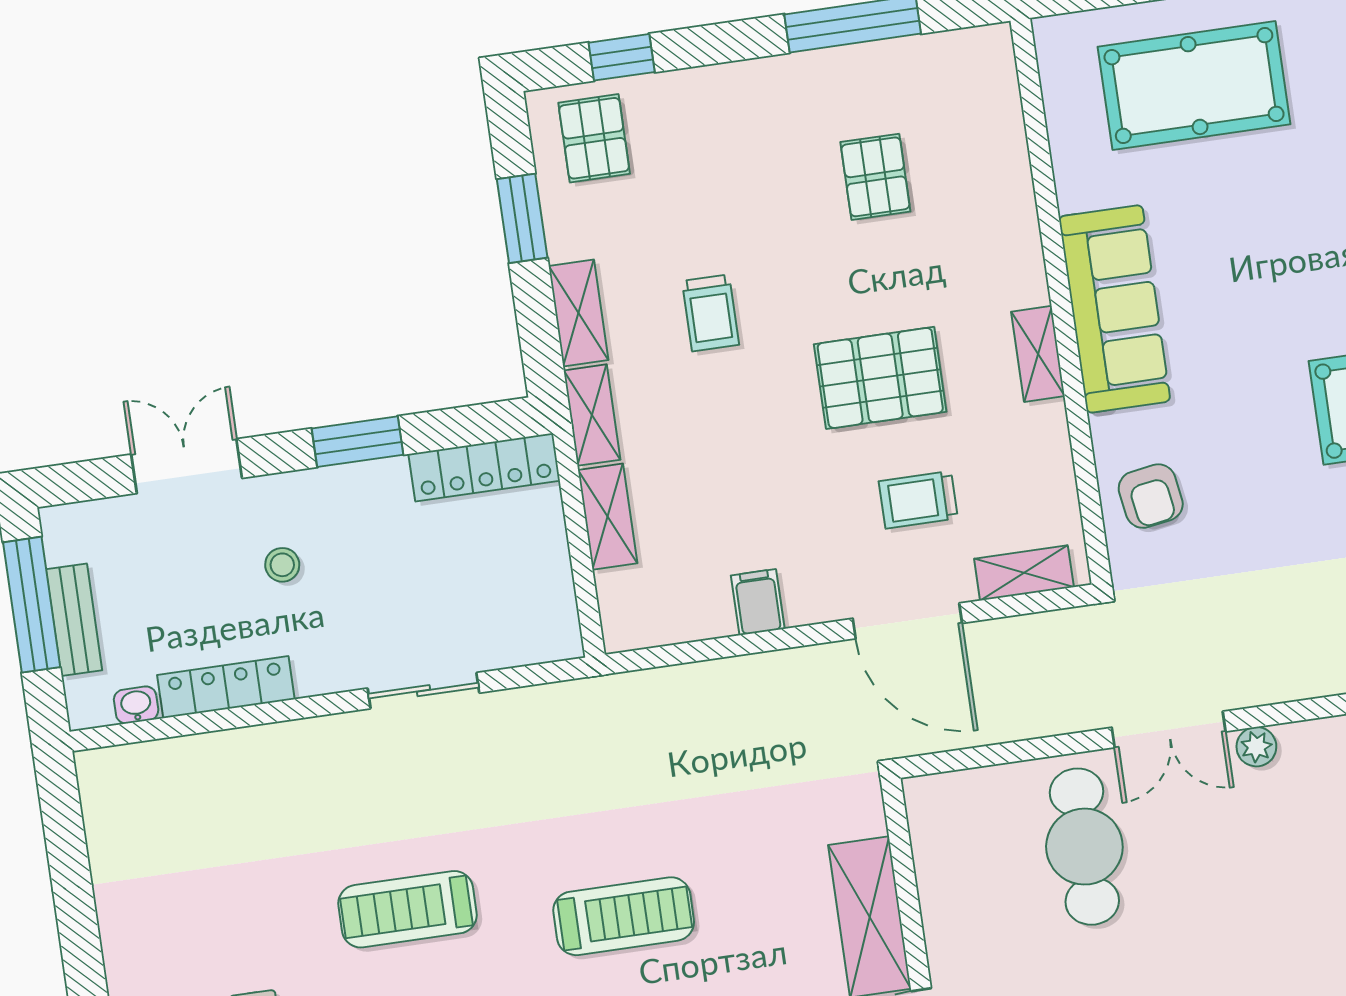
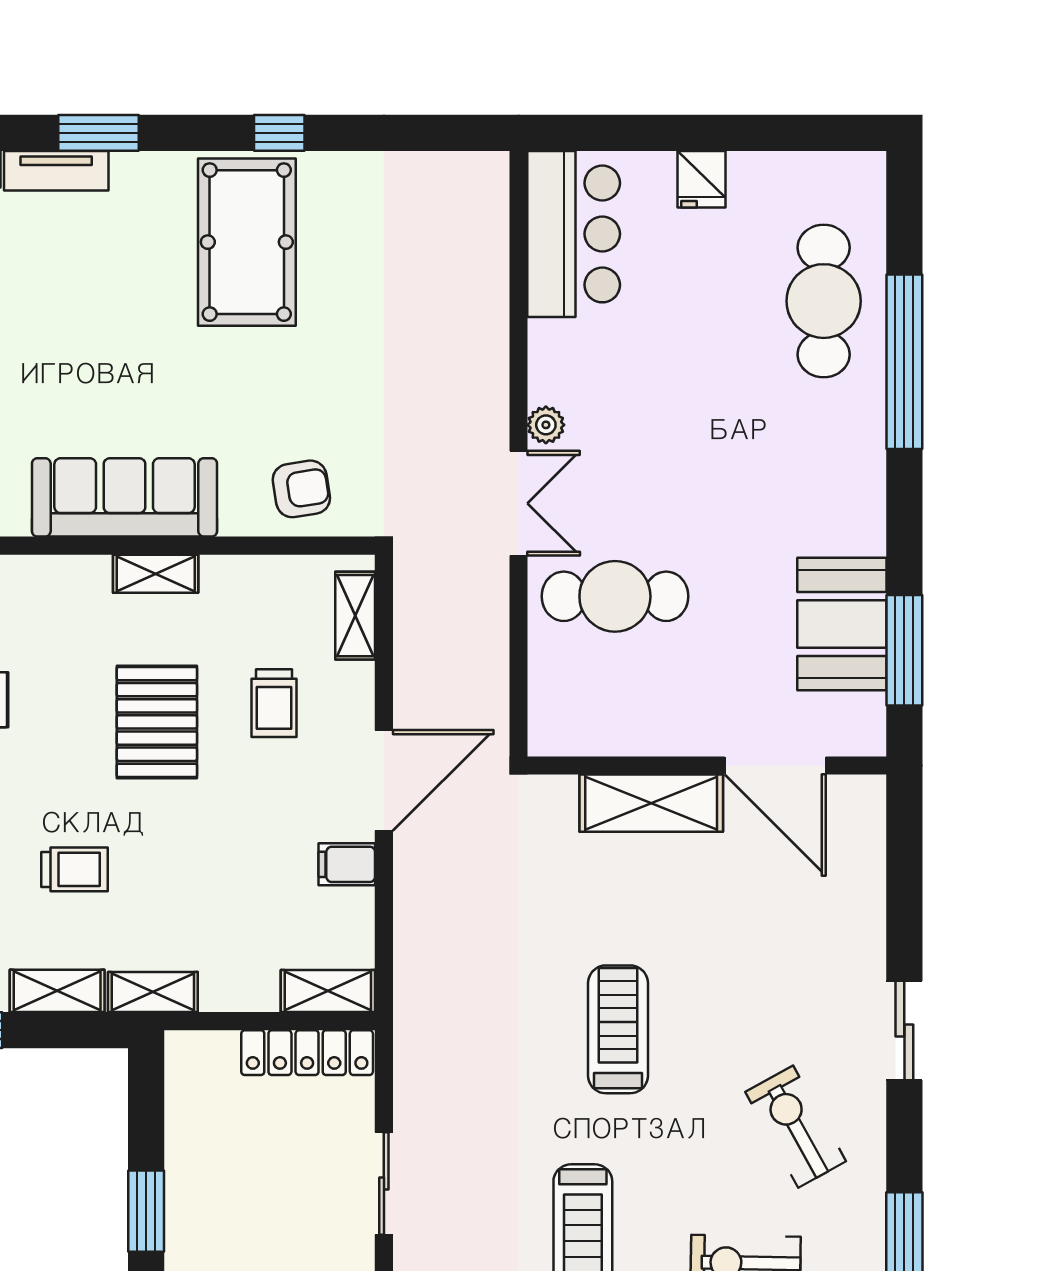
locker: (484, 467) -> (307, 1053), moved, turned 90
shelving: (608, 517) -> (328, 991), moved
door: (907, 621) -> (384, 780), moved

